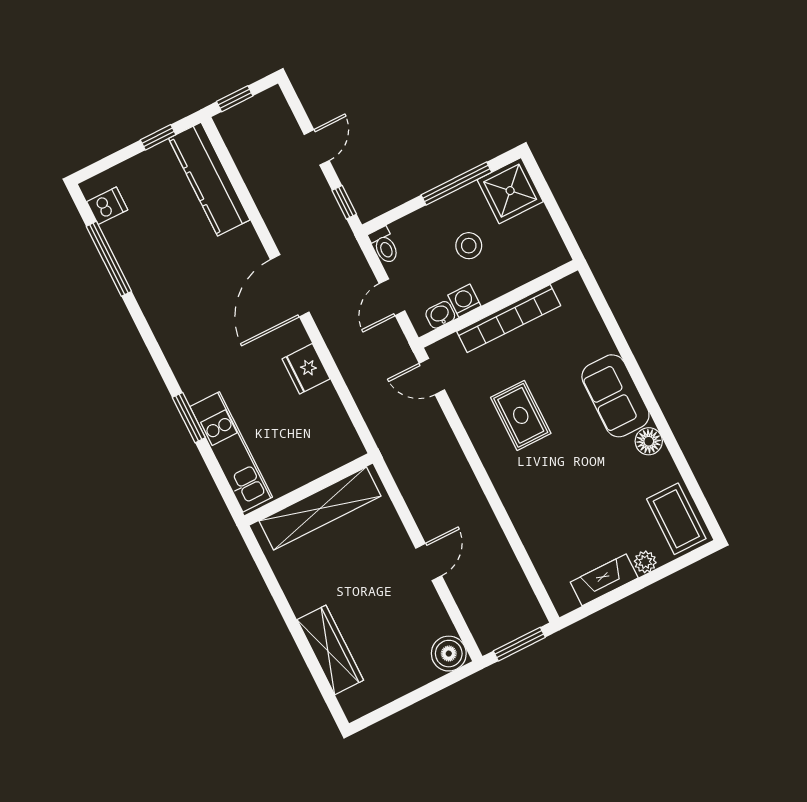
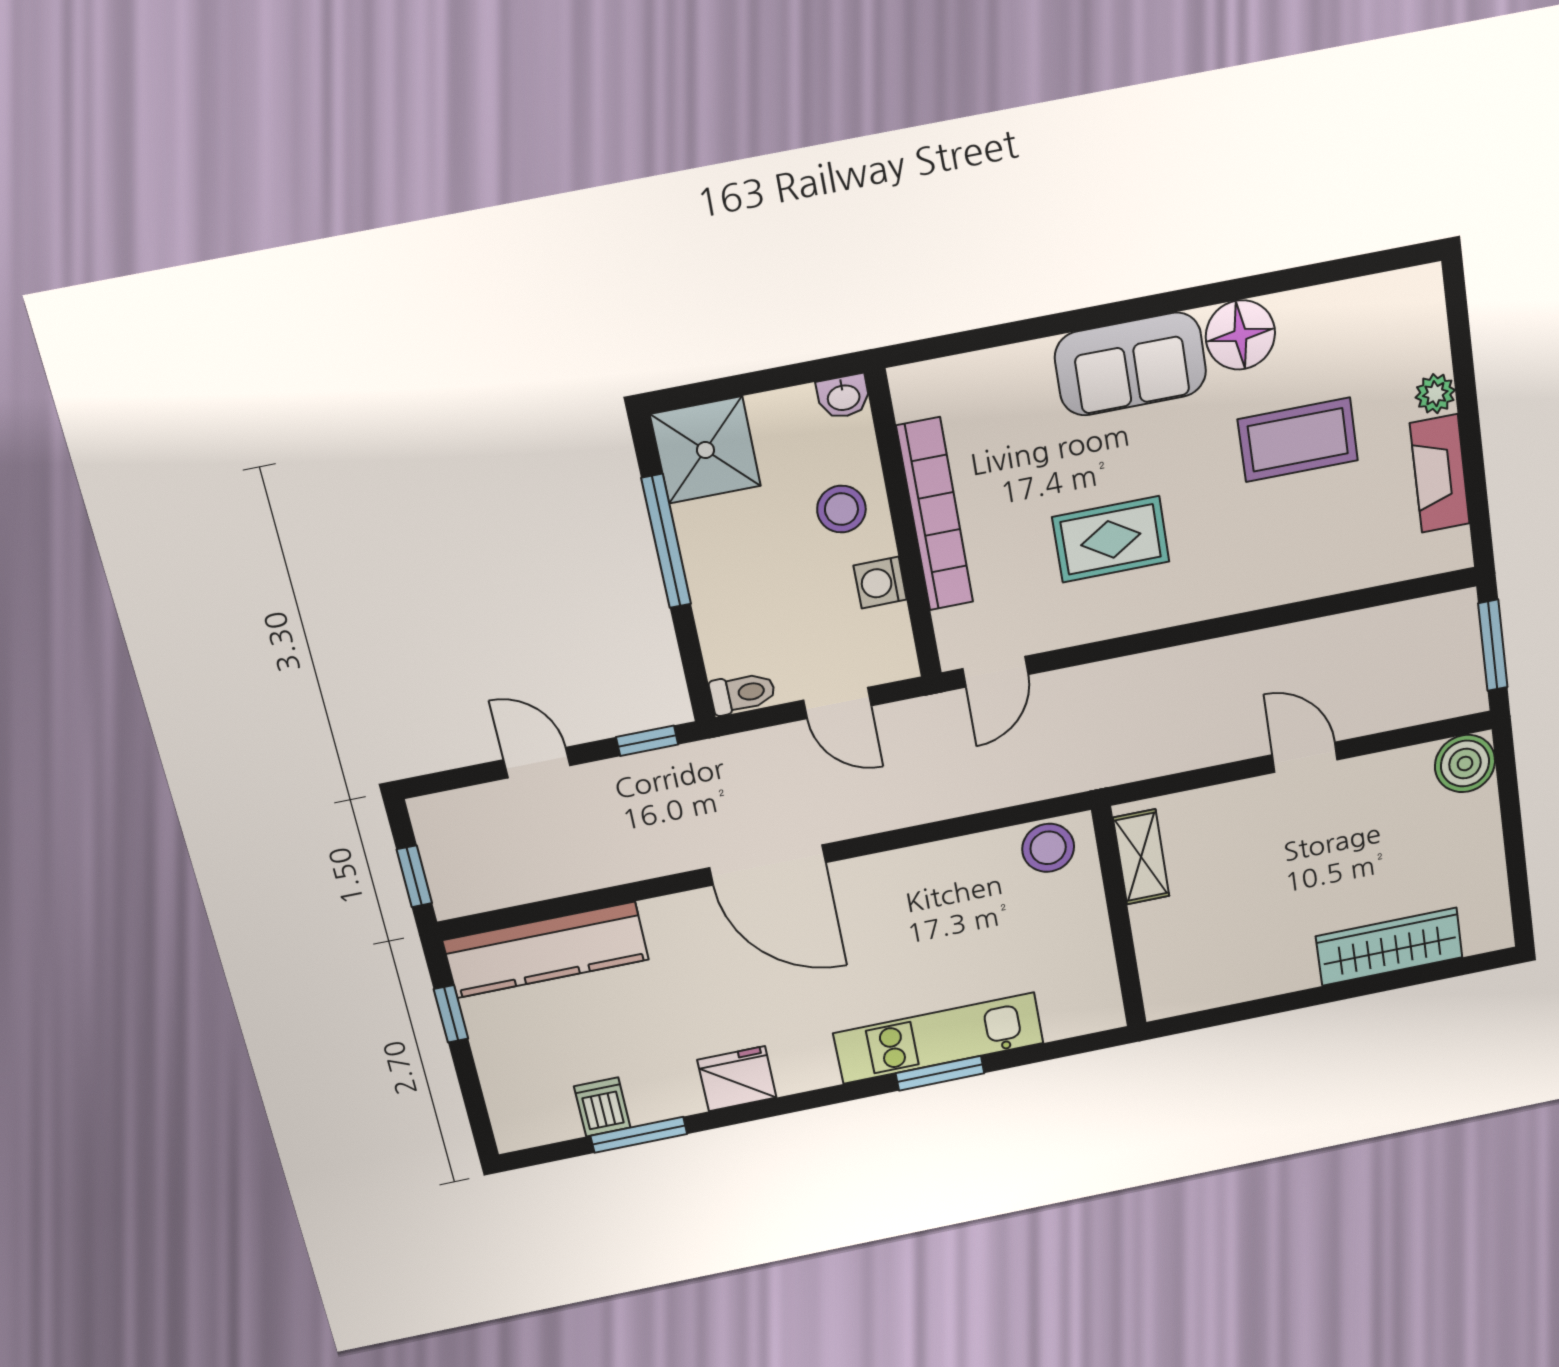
dishwasher: (107, 206) -> (602, 1107), moved
stool: (469, 246) -> (841, 509), moved
window: (109, 259) -> (639, 1135), width x0.69
washbasin: (440, 315) -> (843, 397), moved, turned -90
fridge: (306, 369) -> (737, 1079), moved, turned 180
stool: (339, 437) -> (1048, 848), added
floor lamp: (649, 441) -> (1240, 335), width x1.38, depth x1.38
kitchen unit: (231, 452) -> (939, 1038), moved
shelving: (320, 508) -> (1141, 857), width x0.45, depth x0.75
coffee table: (676, 519) -> (1298, 440), moved

